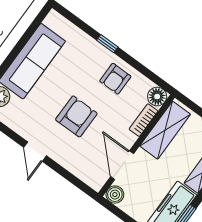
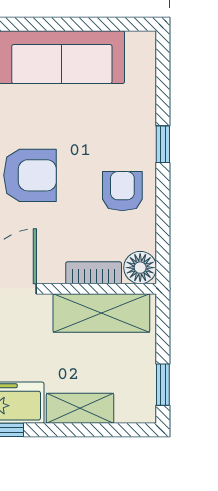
armchair: (115, 79) -> (122, 191), turned 90

